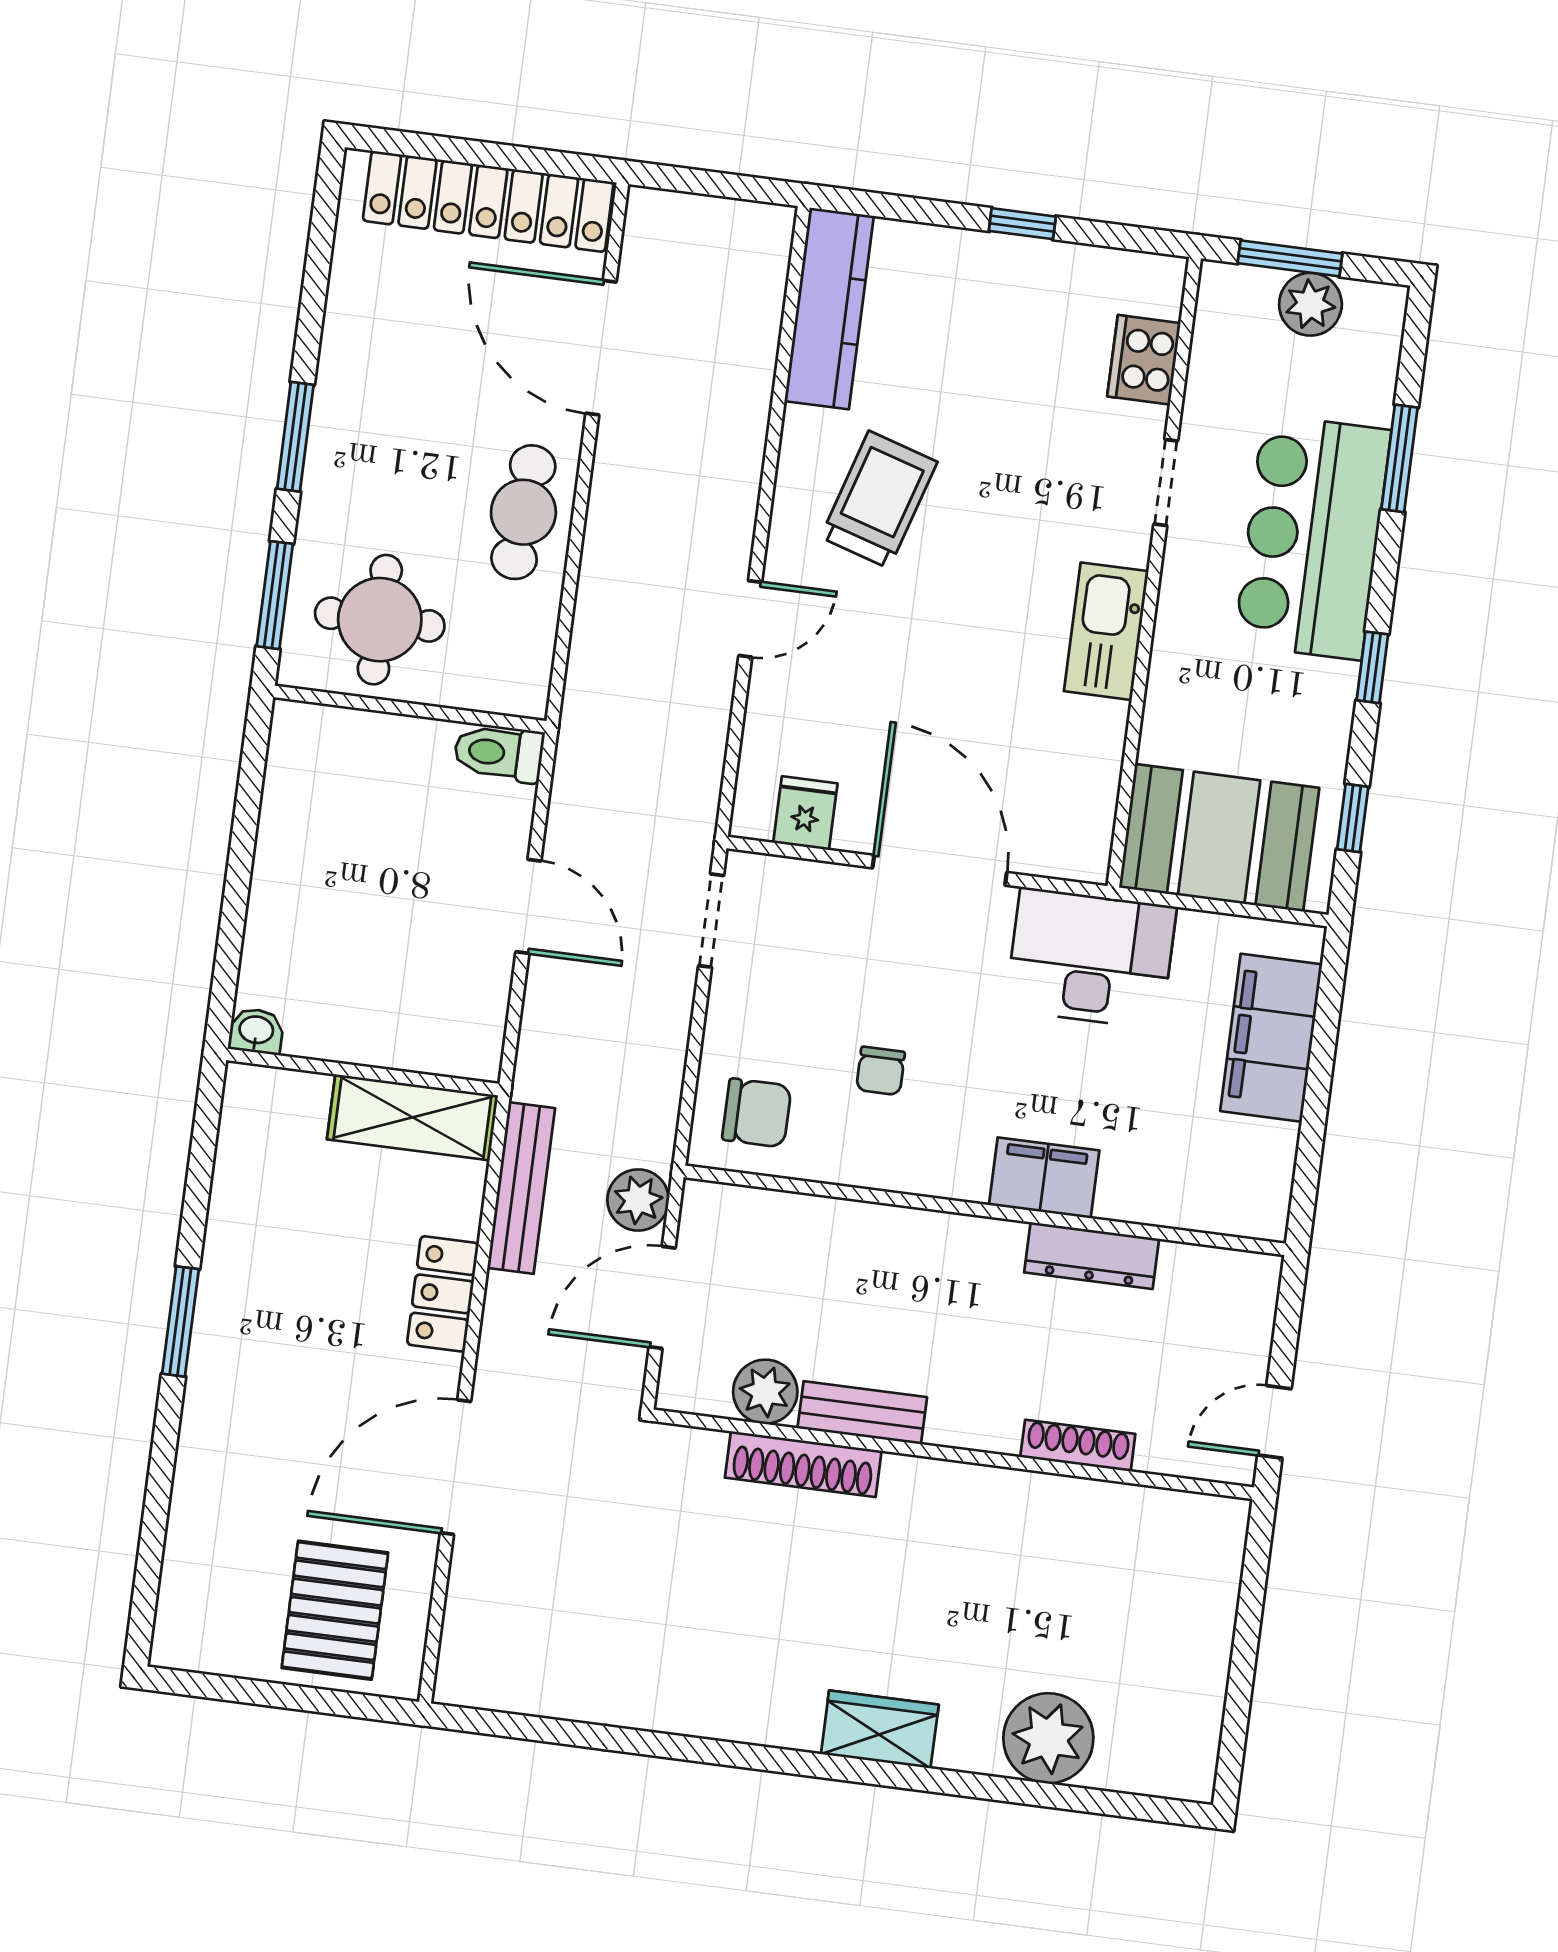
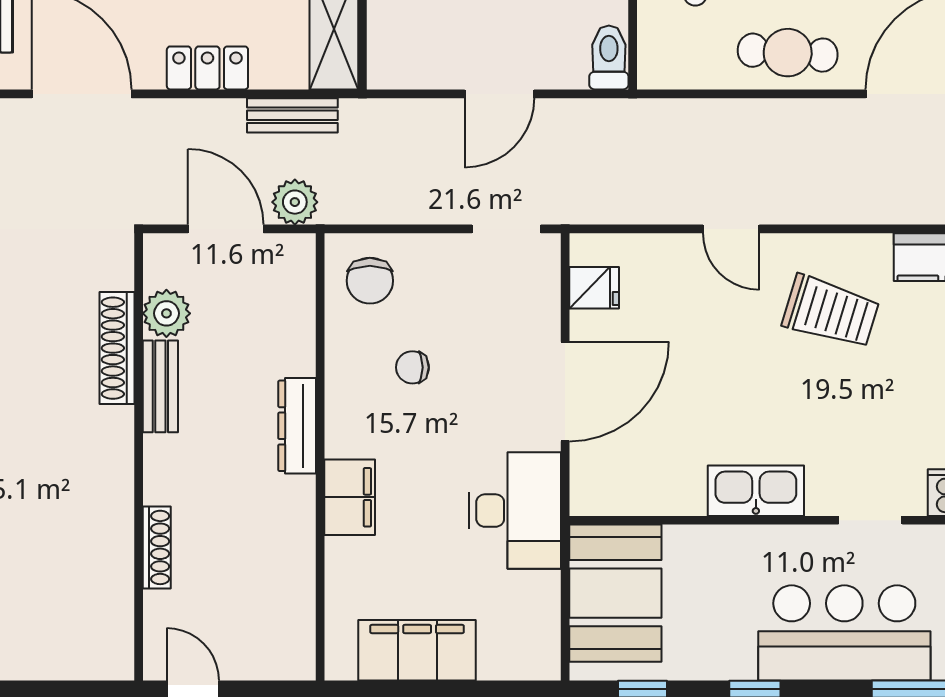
filing cabinet: (1271, 1038) -> (417, 650), moved
bench: (521, 1188) -> (292, 115), width x0.73
dresser: (1092, 1256) -> (297, 426), moved

